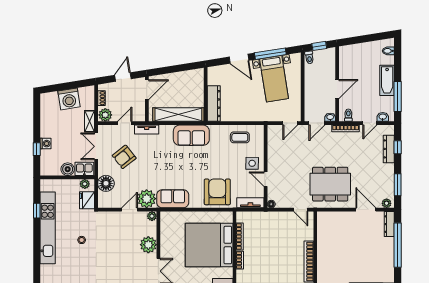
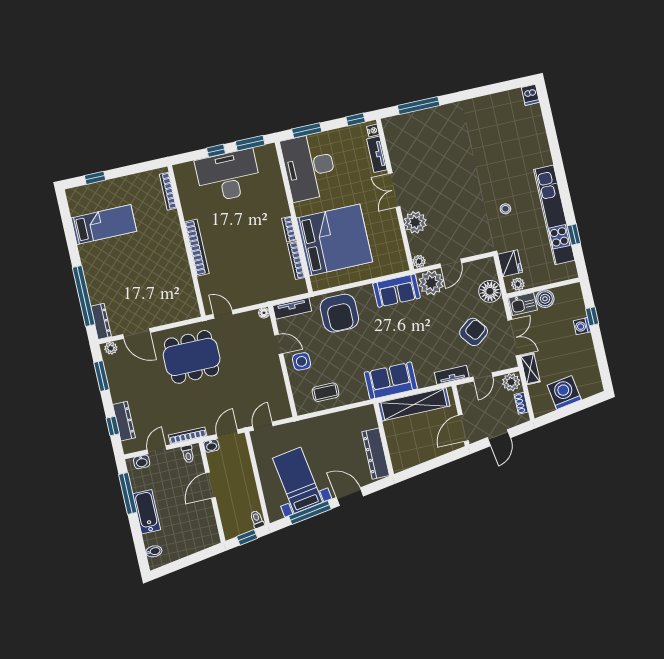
dresser: (214, 104) -> (376, 454), moved

